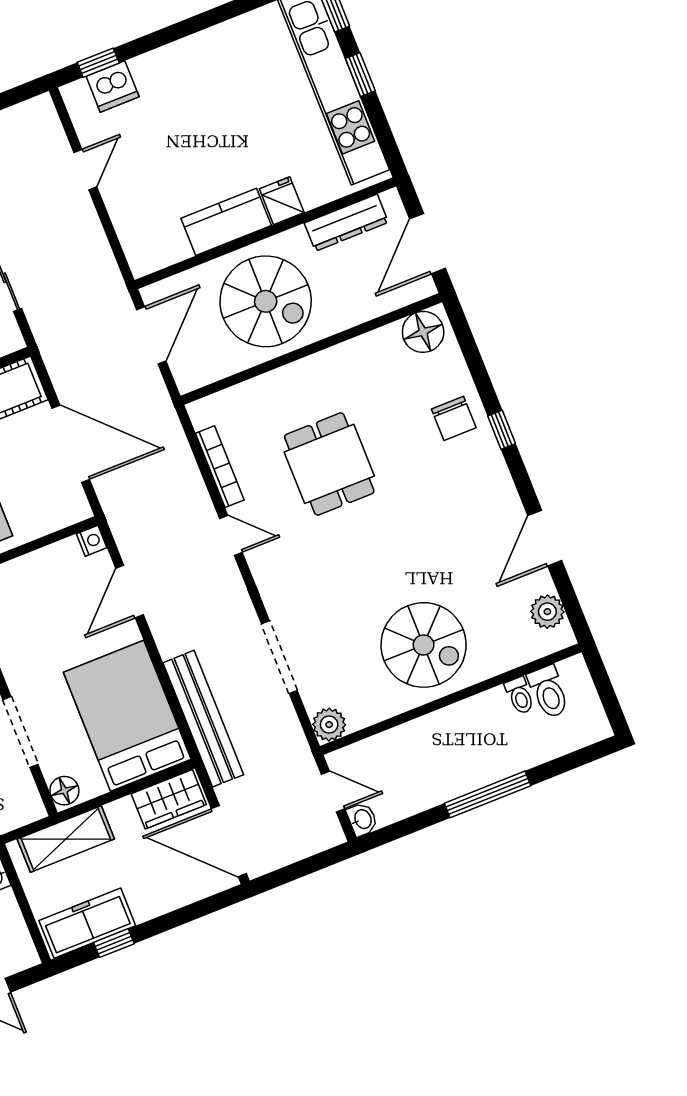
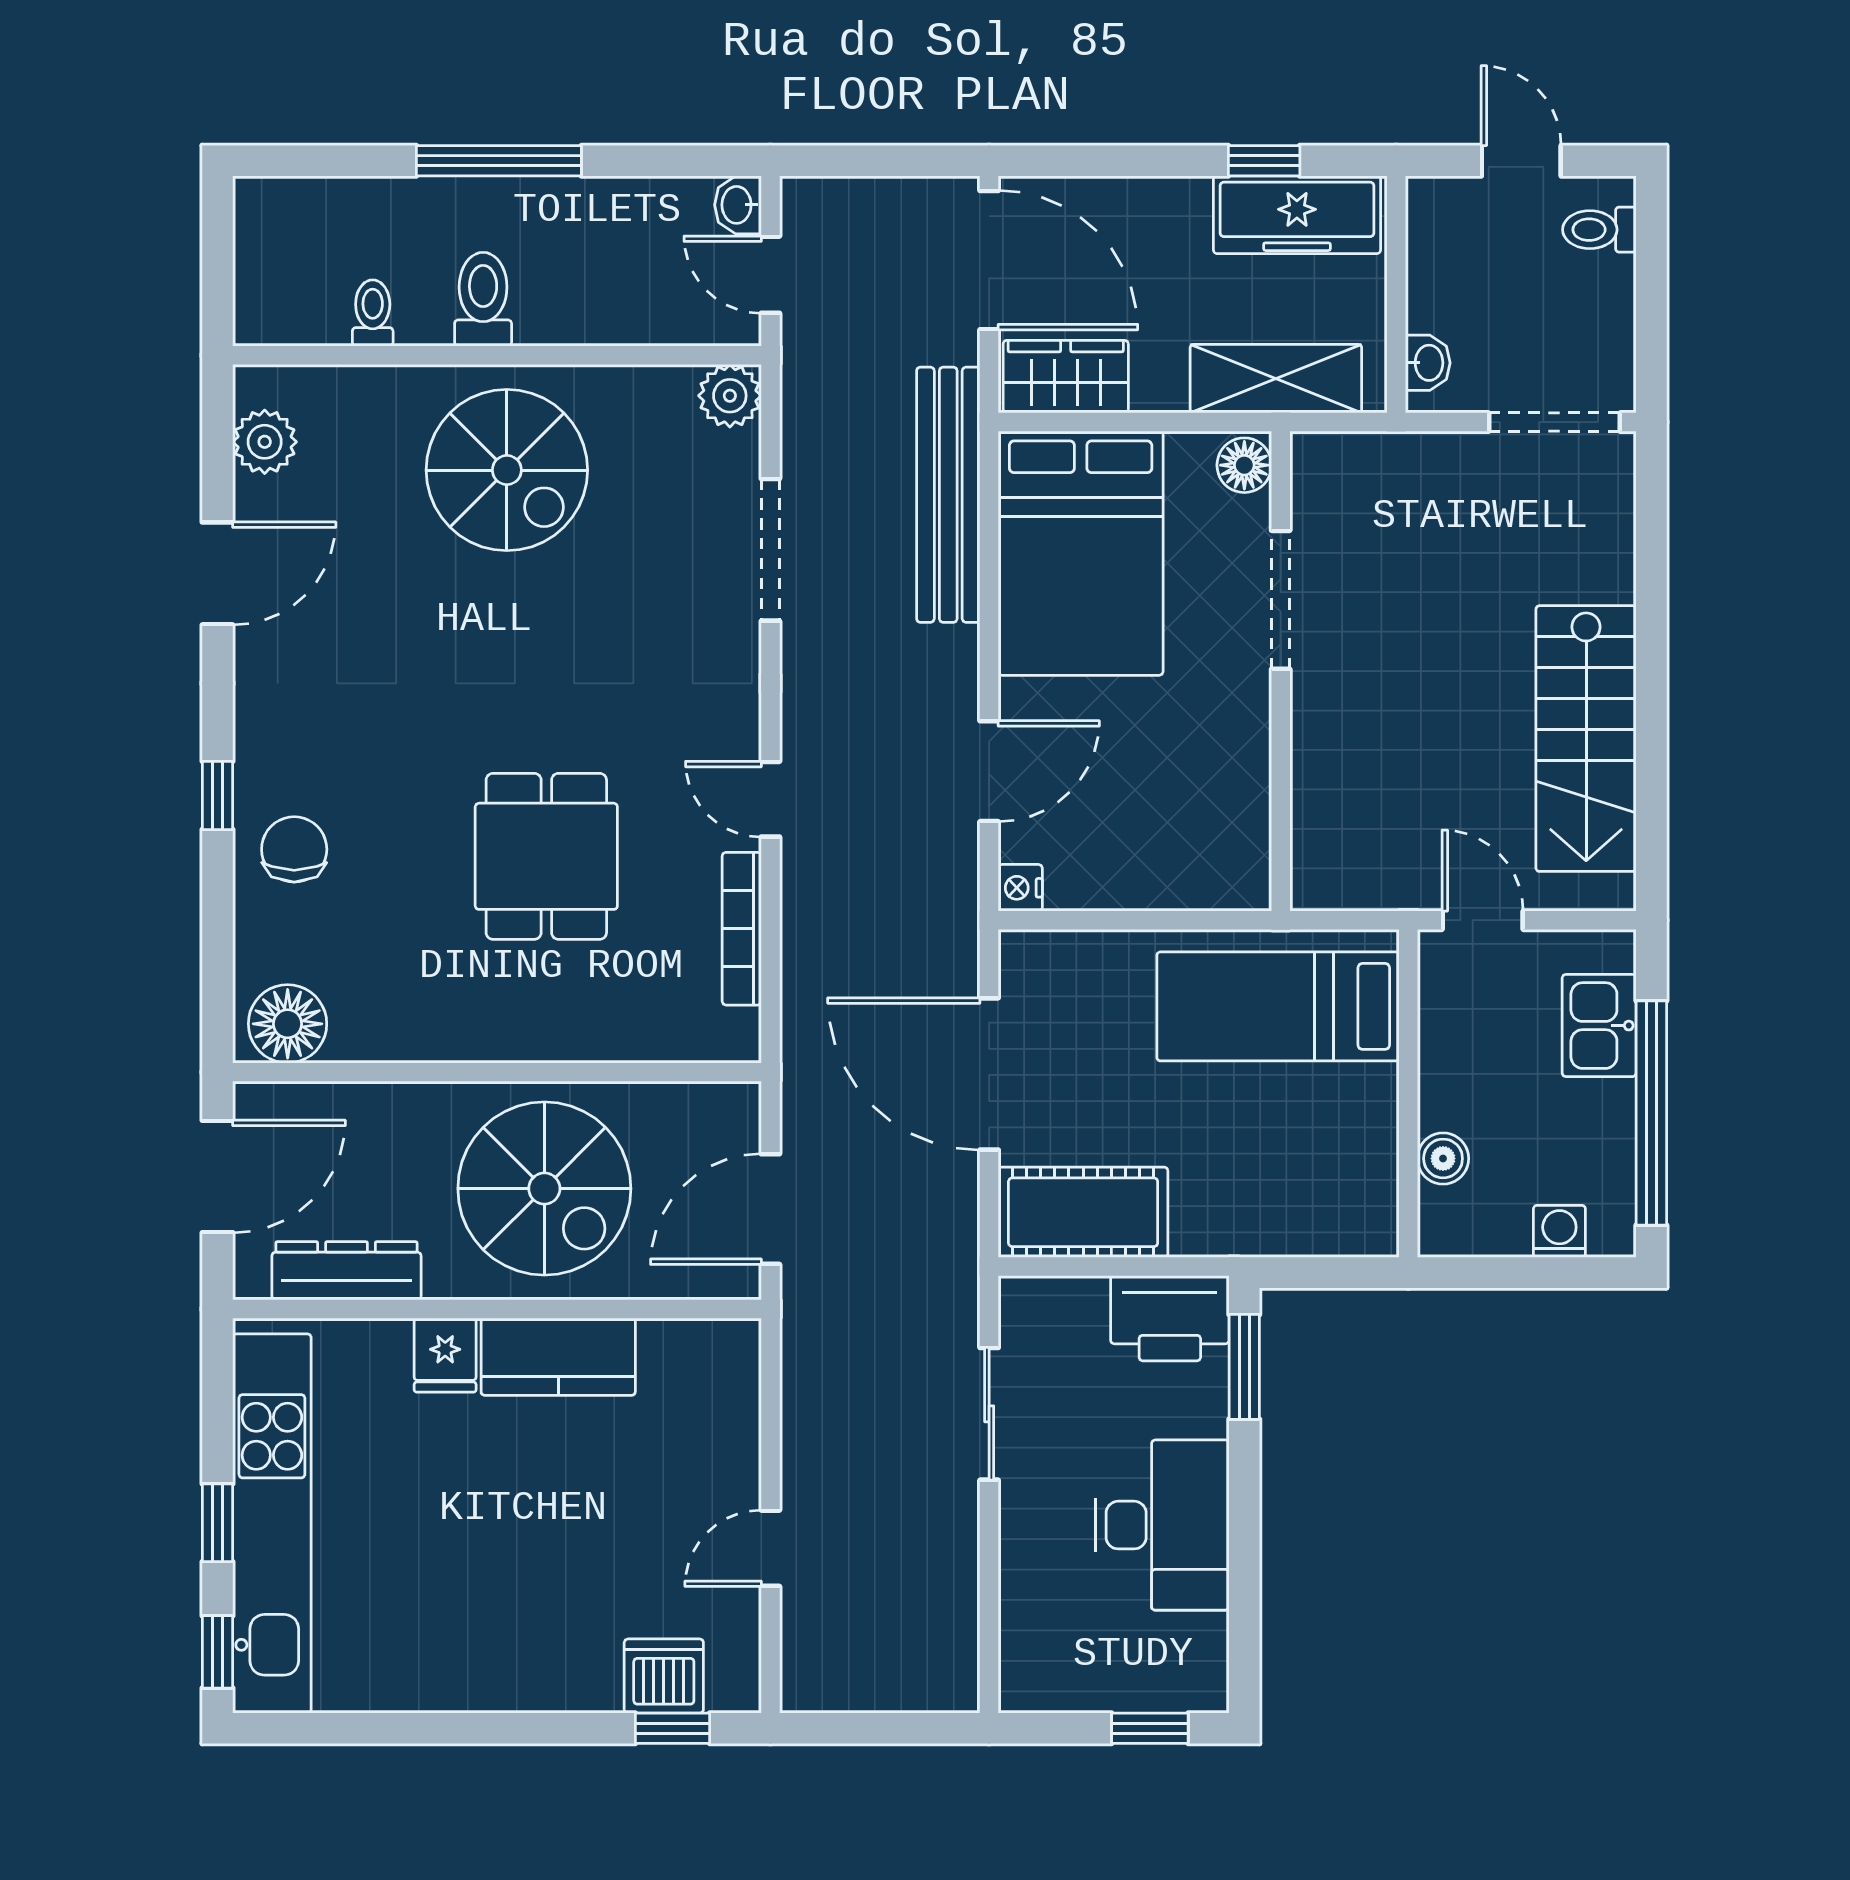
spiral stairs: (266, 301) -> (544, 1189), turned 180
spiral stairs: (424, 645) -> (507, 470), turned 180
toilet: (549, 692) -> (483, 299), moved

